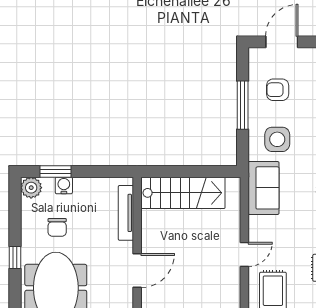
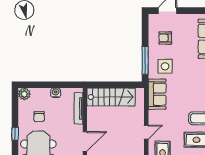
window: (243, 105) -> (145, 60), moved
window: (55, 171) -> (38, 85), removed
water cooler: (64, 185) -> (56, 93), moved

